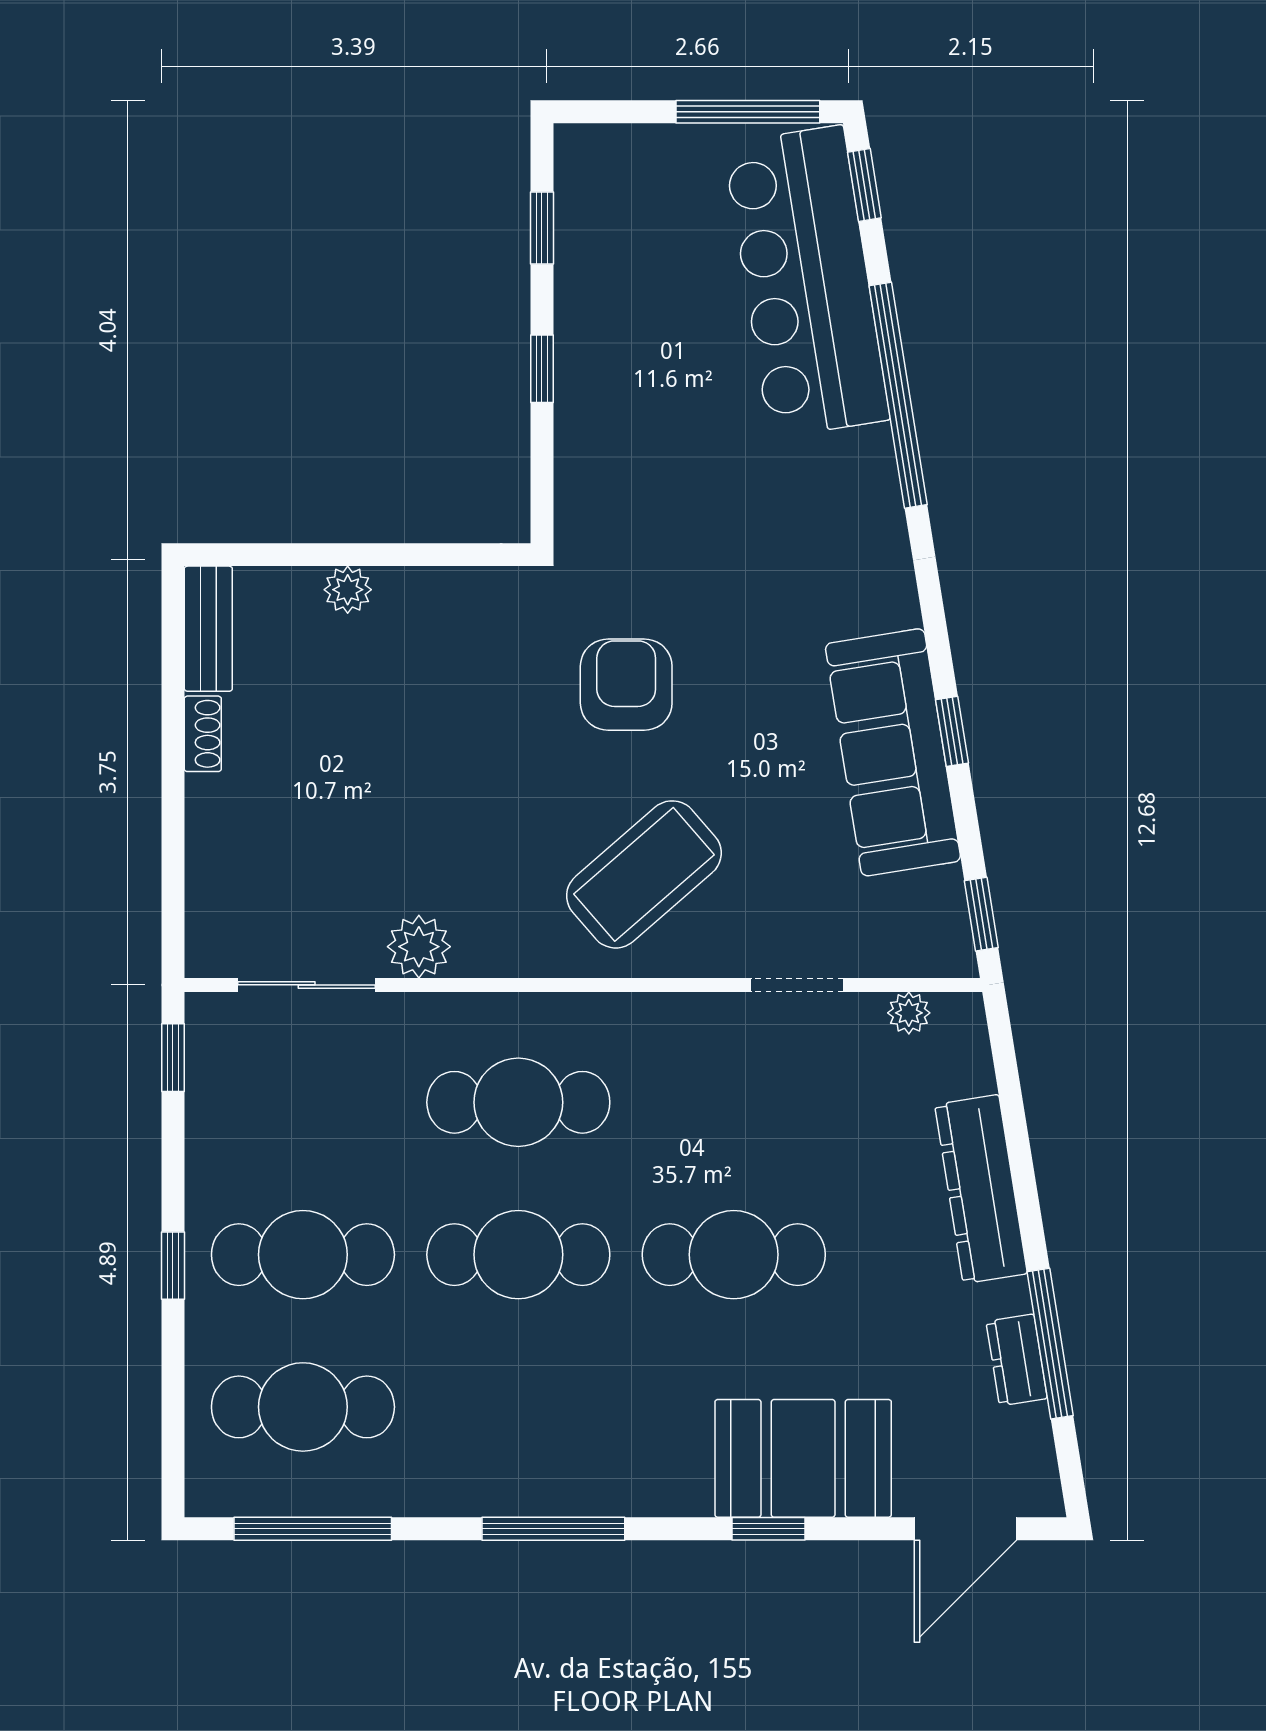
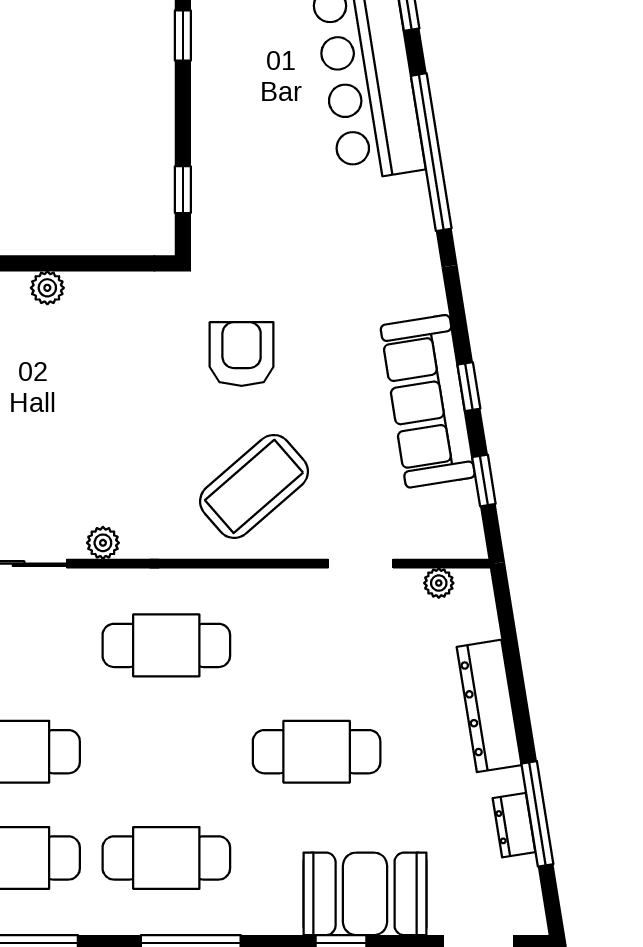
window: (542, 369) -> (183, 190), moved
window: (981, 914) -> (484, 480), moved
plant: (419, 947) -> (103, 543), width x0.73, depth x0.73
cafe table: (518, 1255) -> (166, 858), moved

